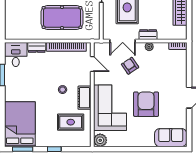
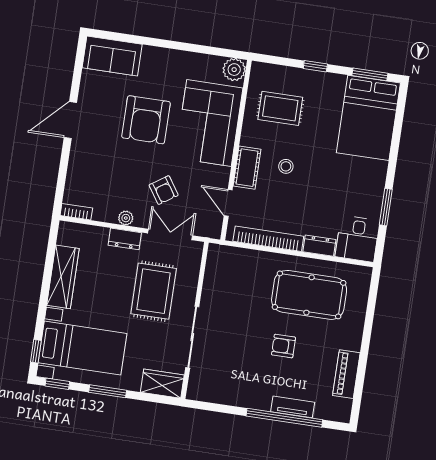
pool table: (62, 18) -> (309, 295), moved
cot: (85, 98) -> (247, 168), moved

